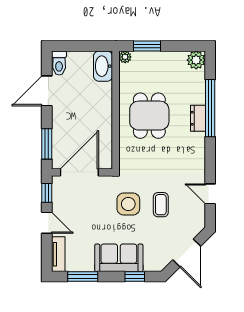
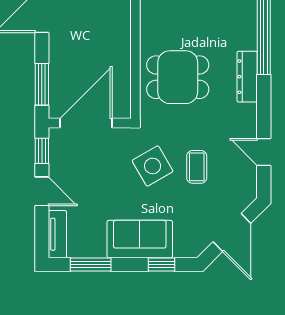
dining table: (149, 116) -> (178, 77), moved, turned 90
dresser: (198, 118) -> (247, 77), moved, width x1.44
side table: (128, 204) -> (153, 166), turned -30

